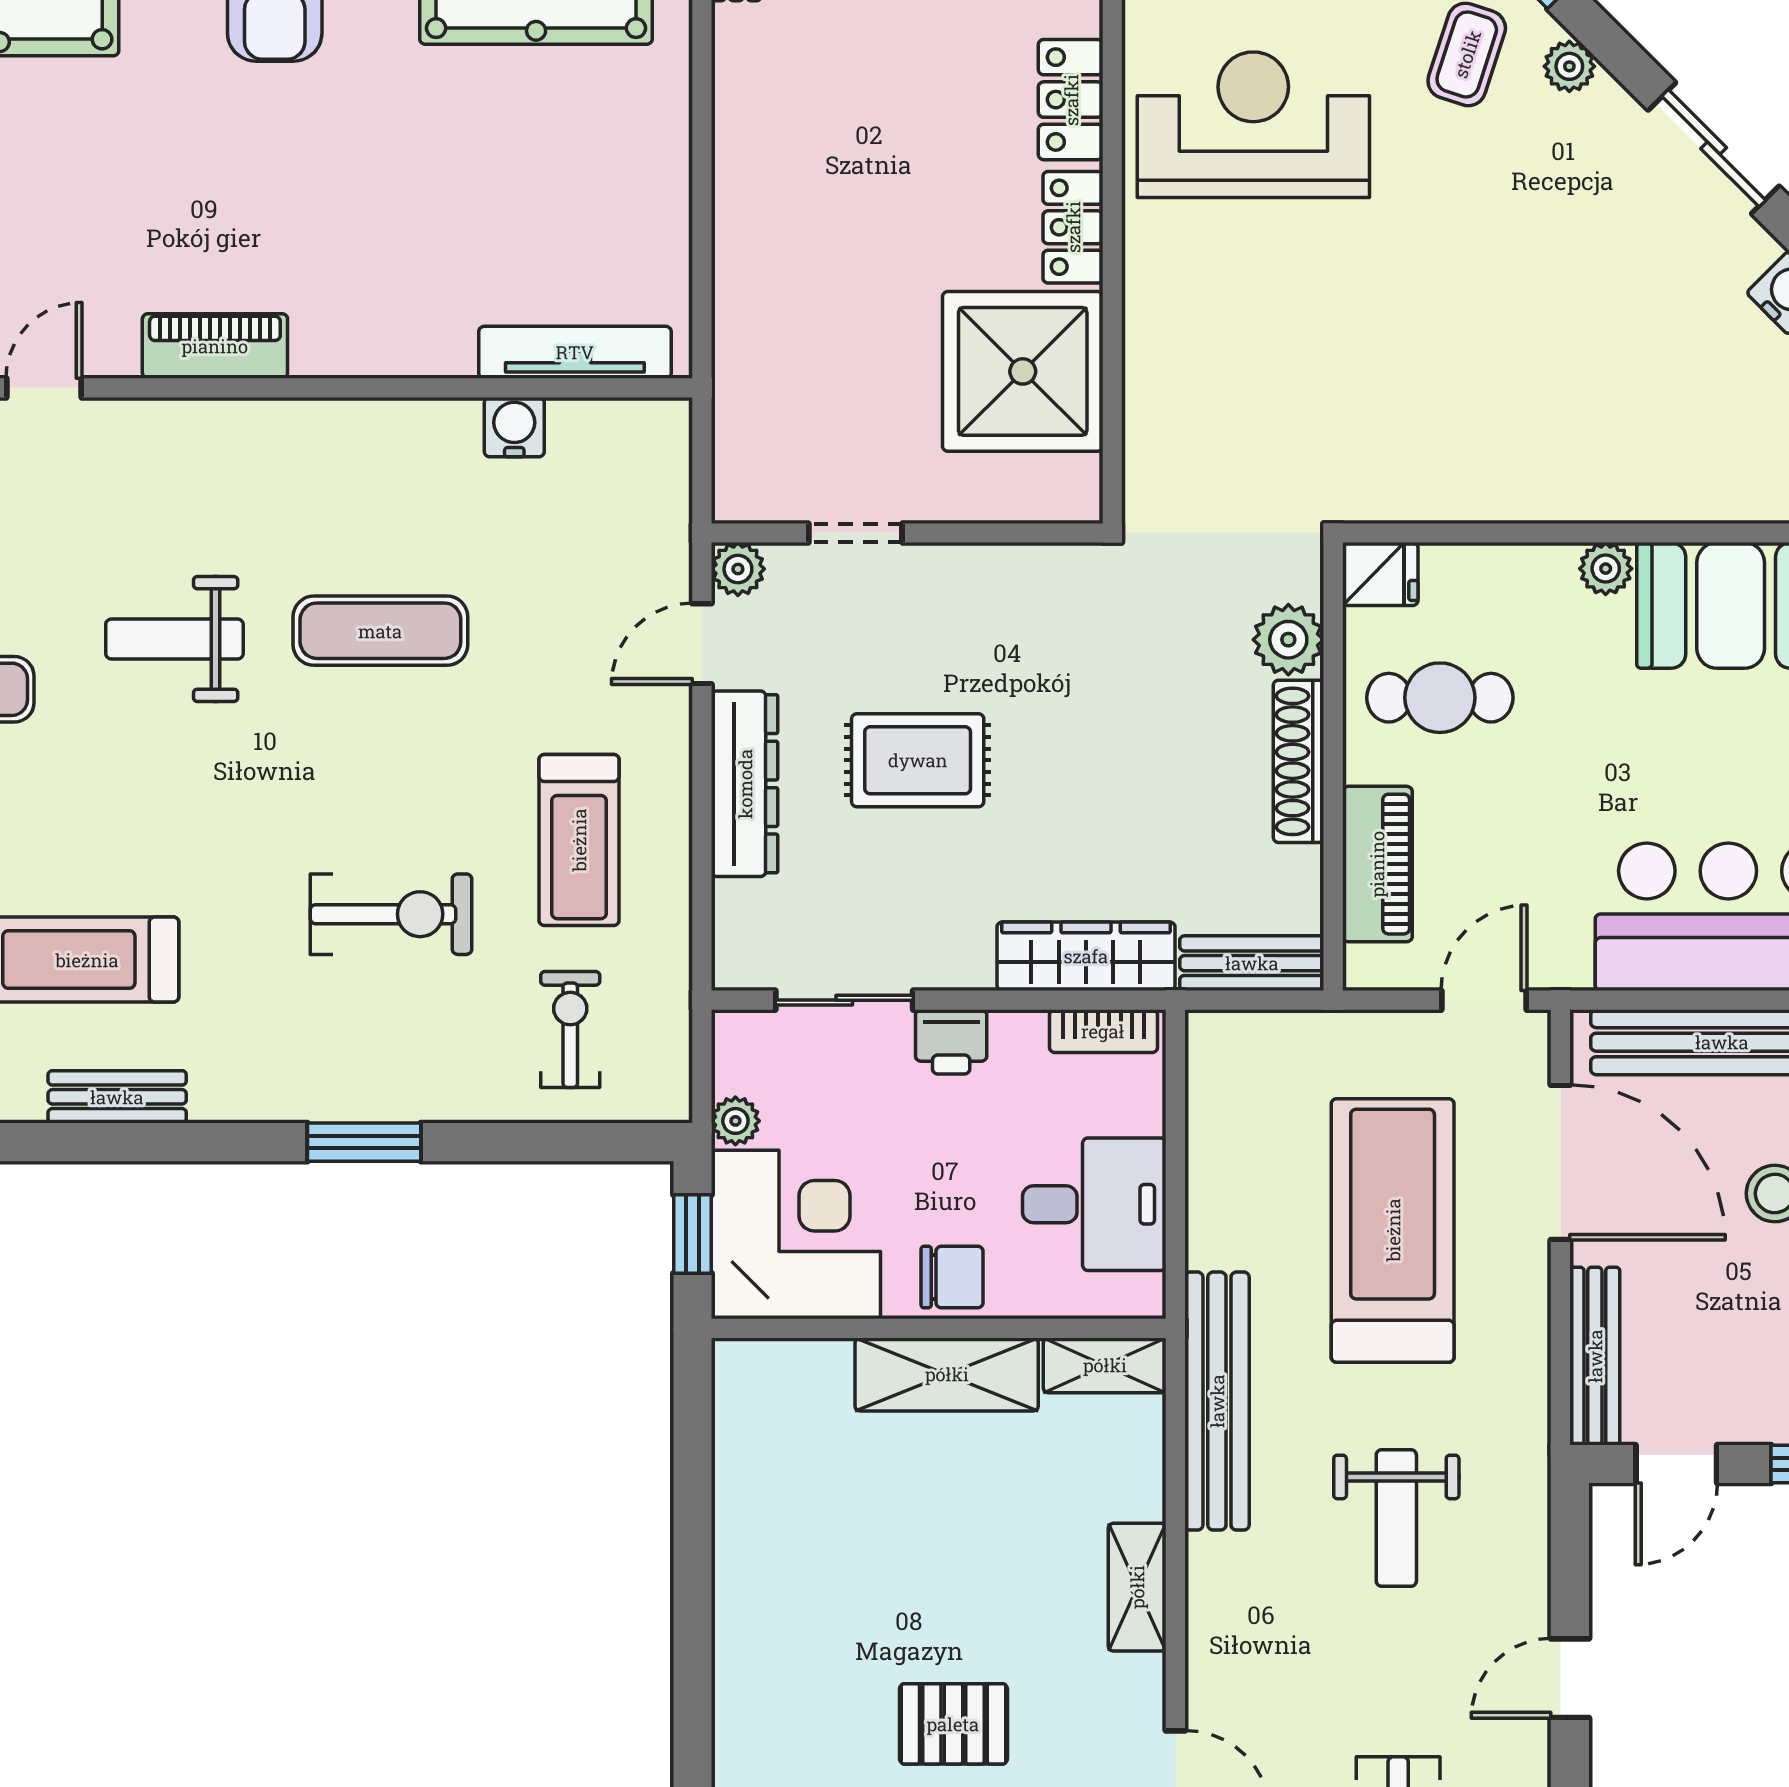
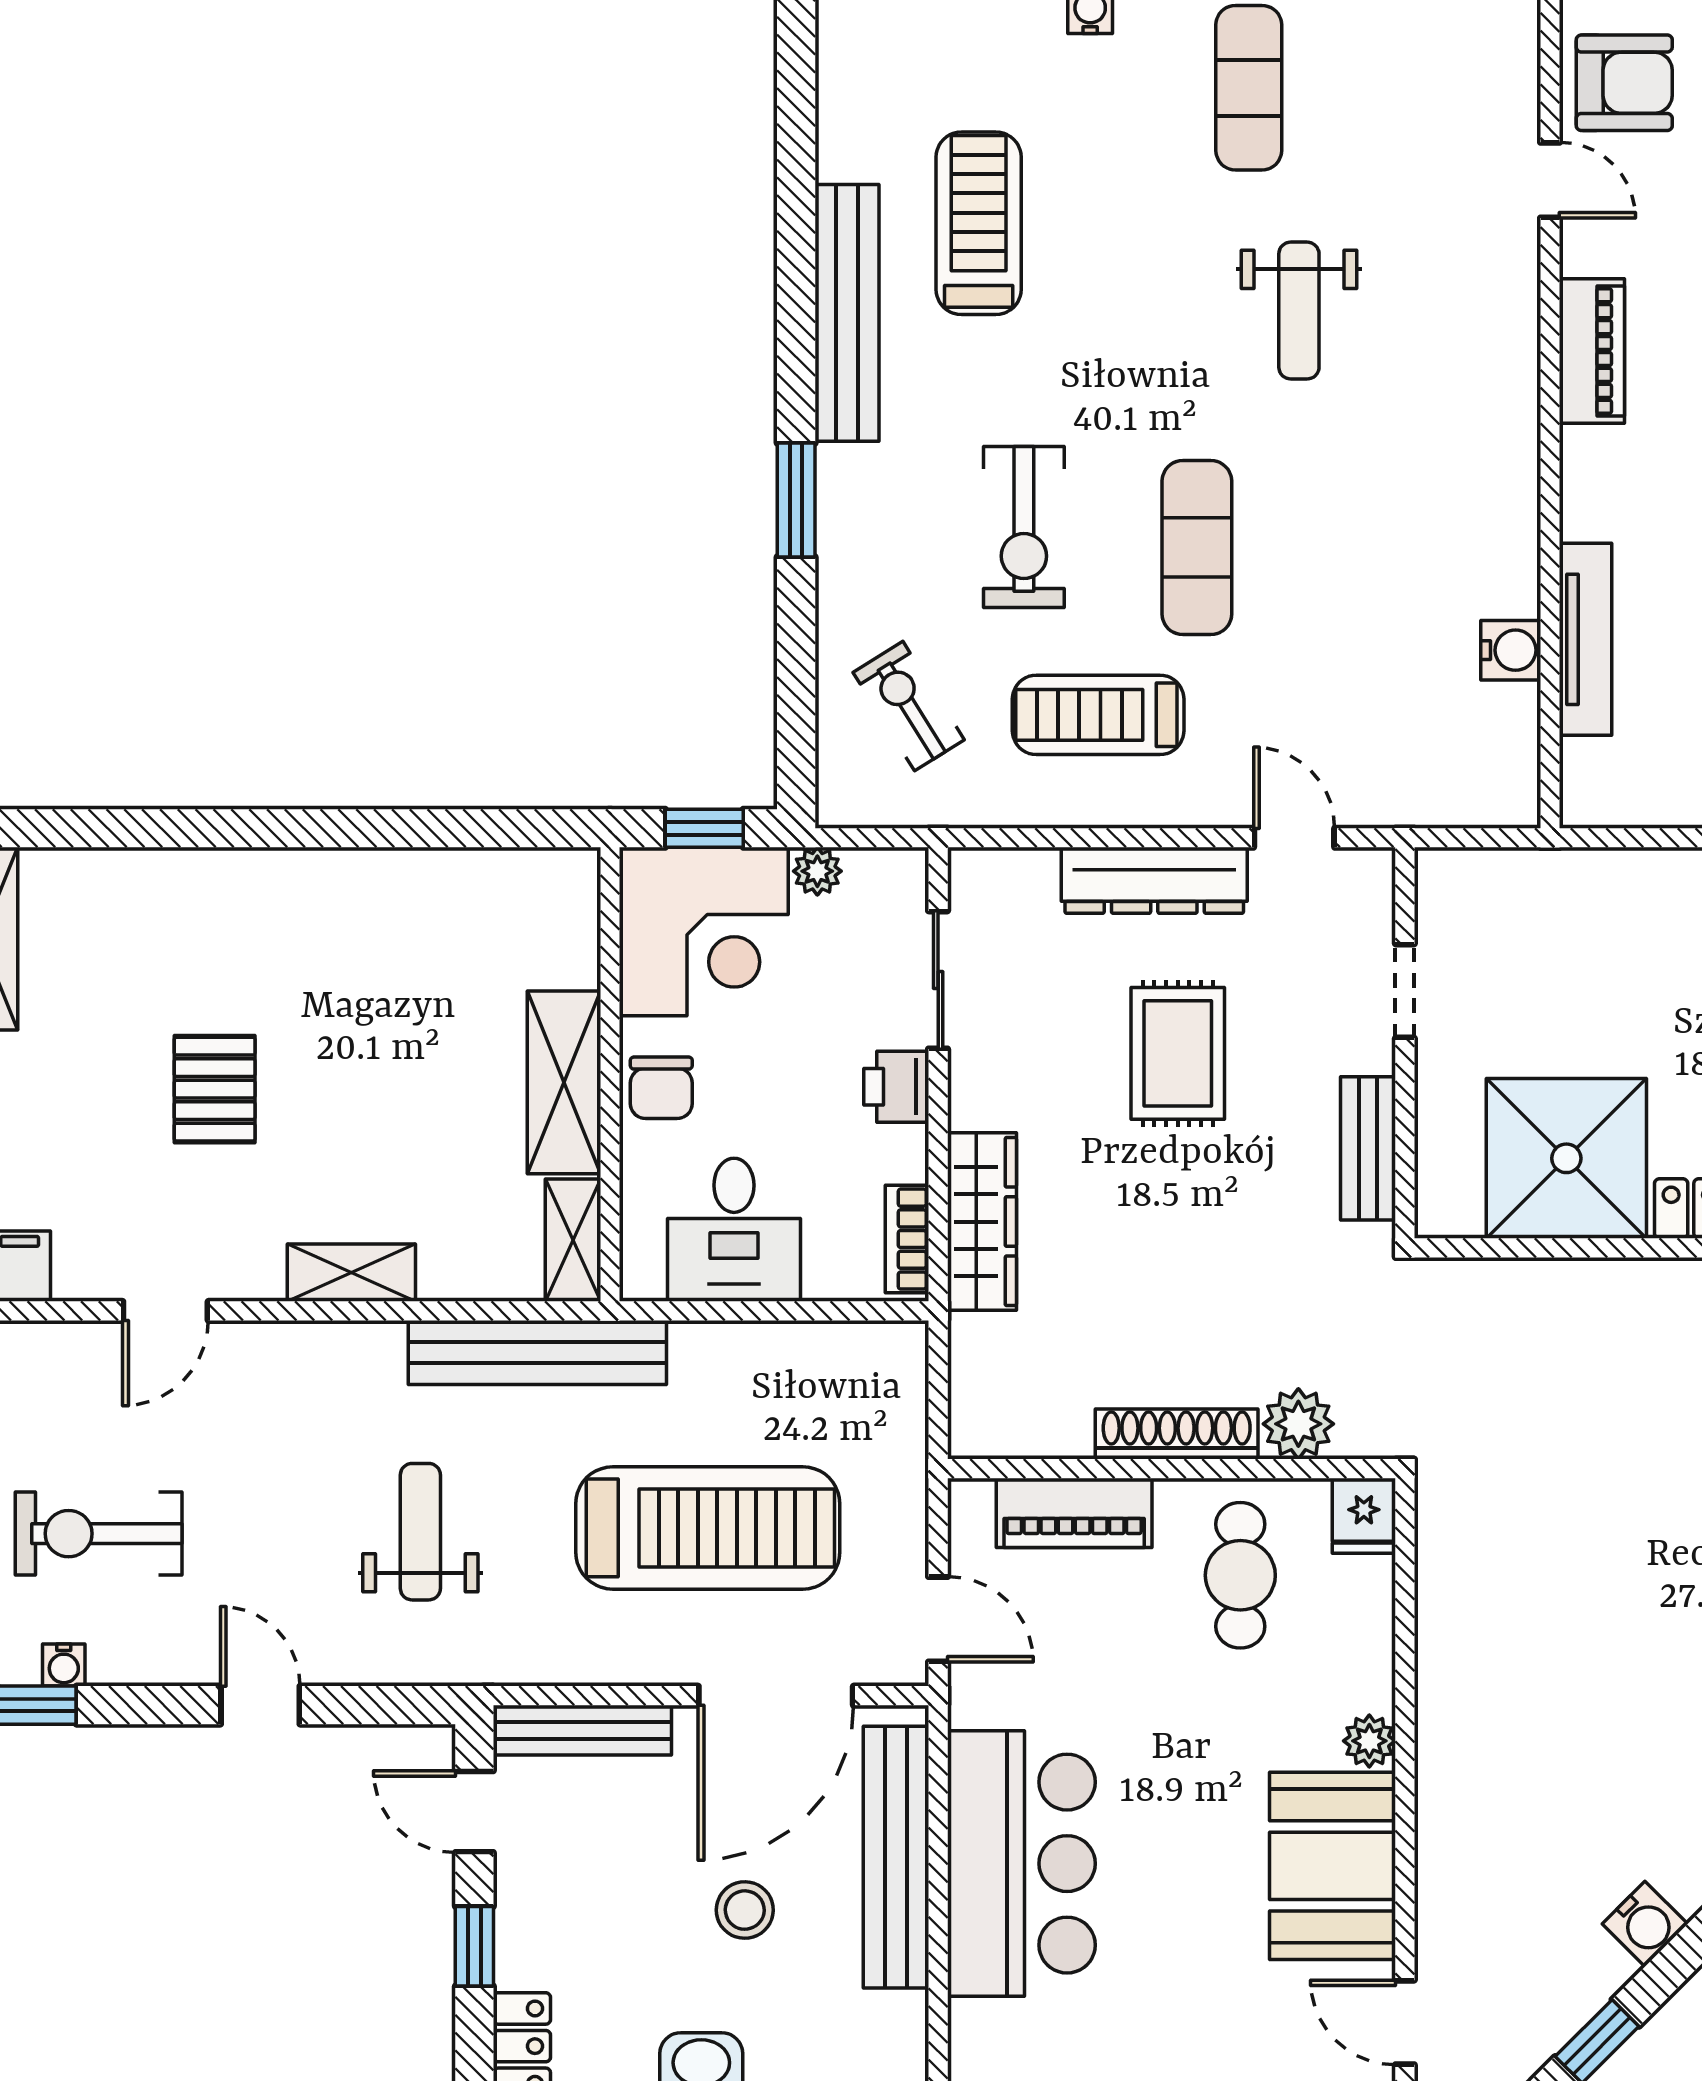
tv unit: (575, 352) -> (1586, 639), moved
plant: (738, 569) -> (1369, 874), removed
exercise mat: (380, 631) -> (1197, 548), moved
weight bench: (174, 639) -> (1299, 311), turned 180
bench: (1252, 963) -> (1368, 1148), moved
exercise bike: (570, 1029) -> (909, 706), turned -122
bench: (117, 1097) -> (847, 313), width x1.86, depth x1.21
weight bench: (1396, 1518) -> (420, 1532), turned 90

